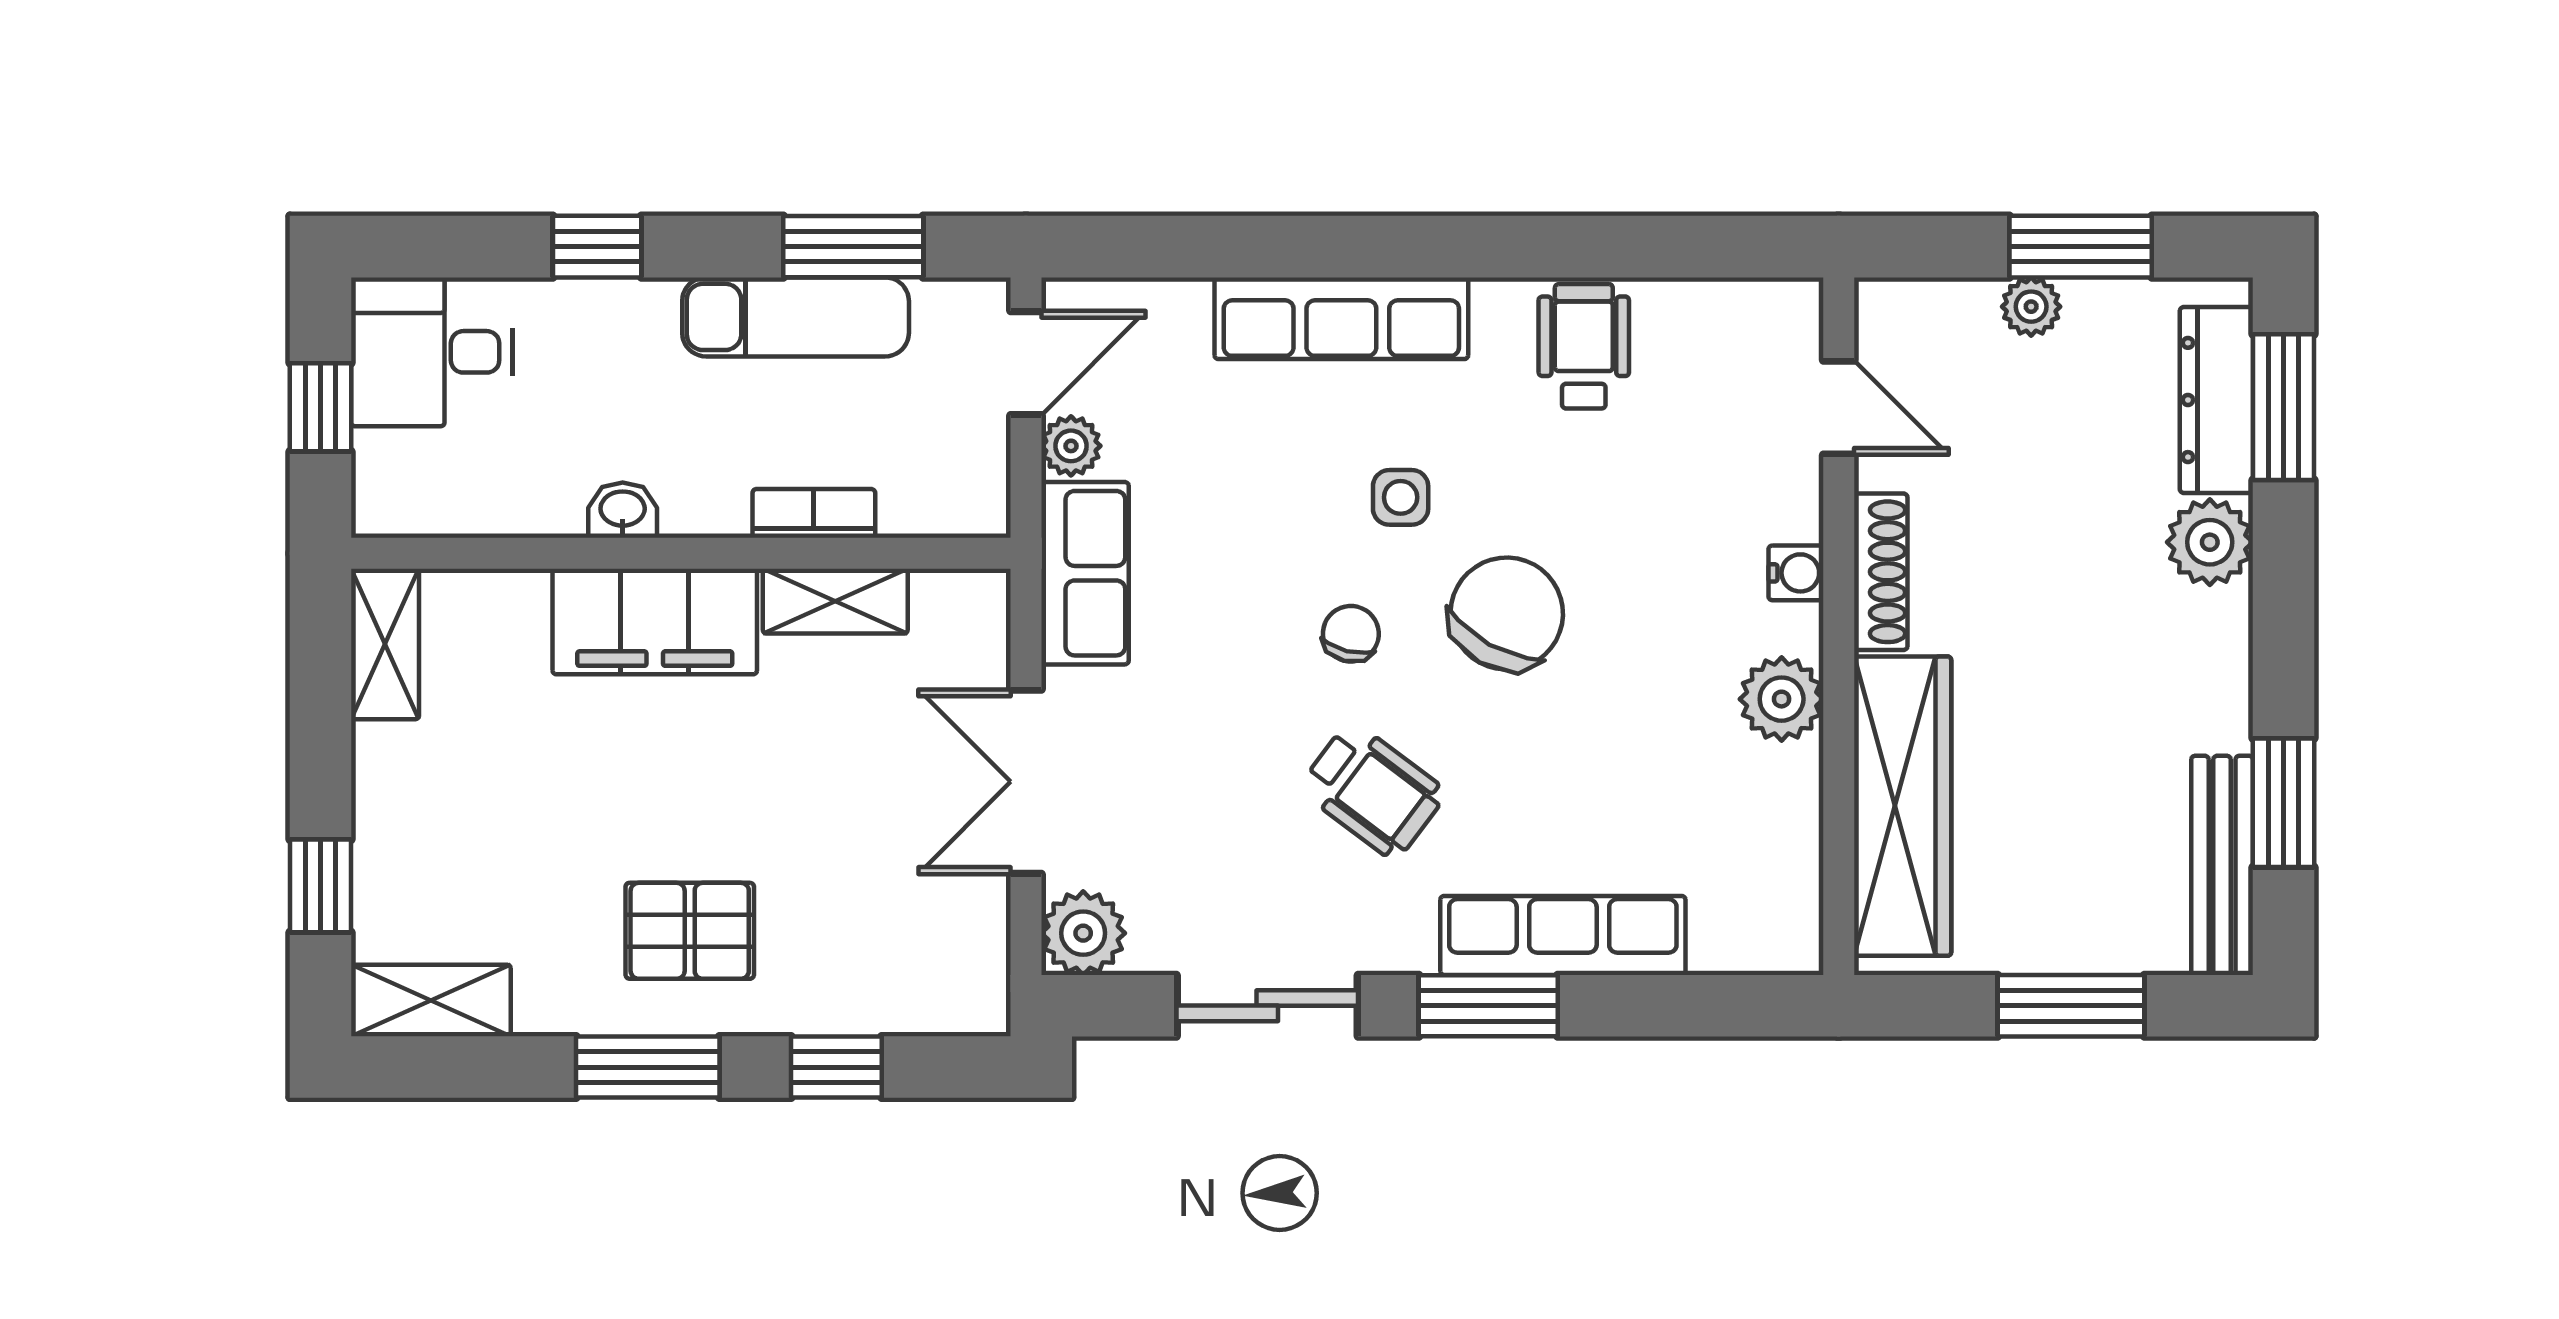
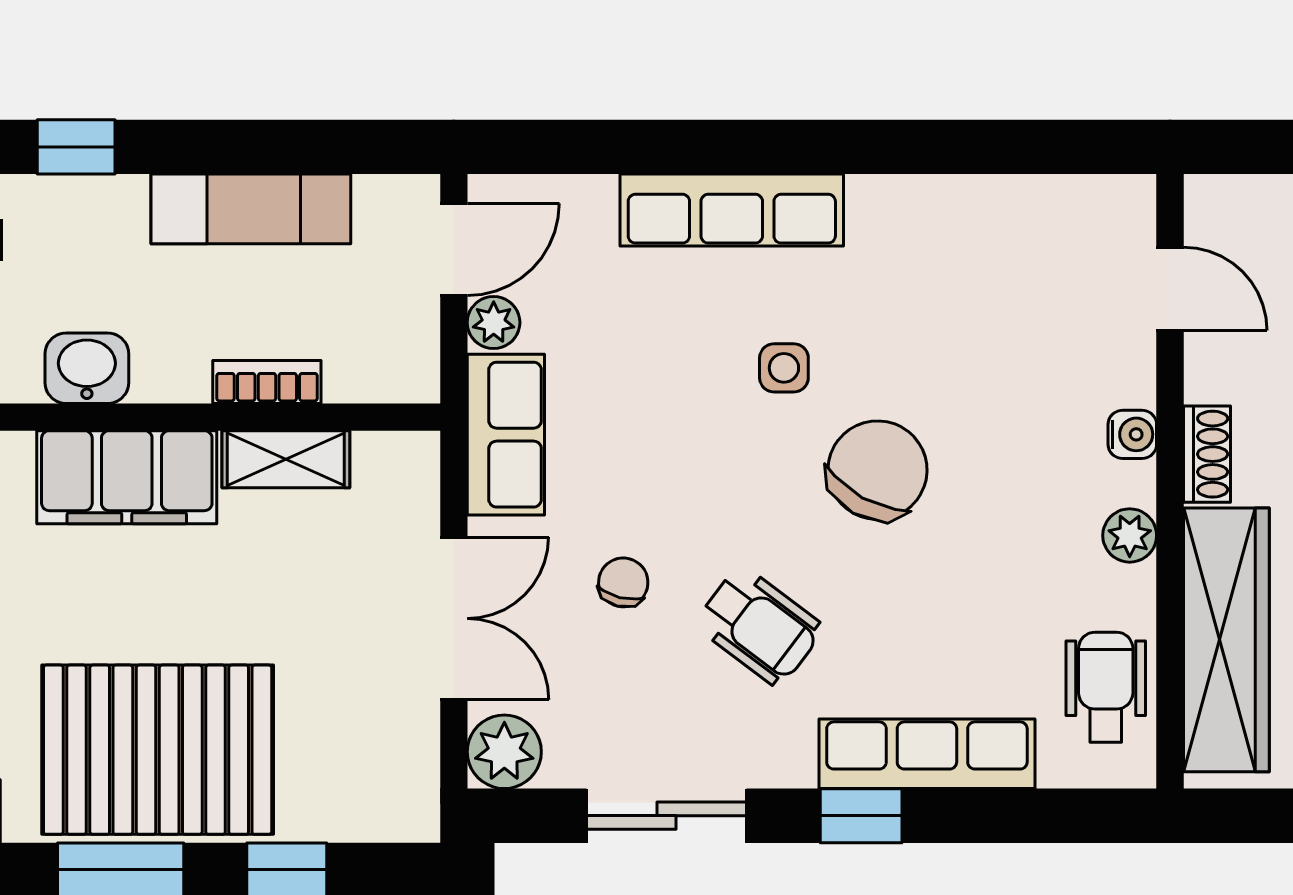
window: (853, 247) -> (302, 147), removed
wheelchair: (1584, 346) -> (1106, 687), moved
washbasin: (623, 510) -> (87, 368), width x1.38, depth x1.45
shoe rack: (1881, 572) -> (1207, 454), width x0.70
chair: (1351, 634) -> (623, 582), moved
plant: (1782, 699) -> (1130, 535), width x0.73, depth x0.73
double door: (1026, 782) -> (454, 618), swing flipped
pallet: (690, 931) -> (158, 750), width x2.05, depth x2.00
window: (1488, 1006) -> (861, 816), width x0.67

